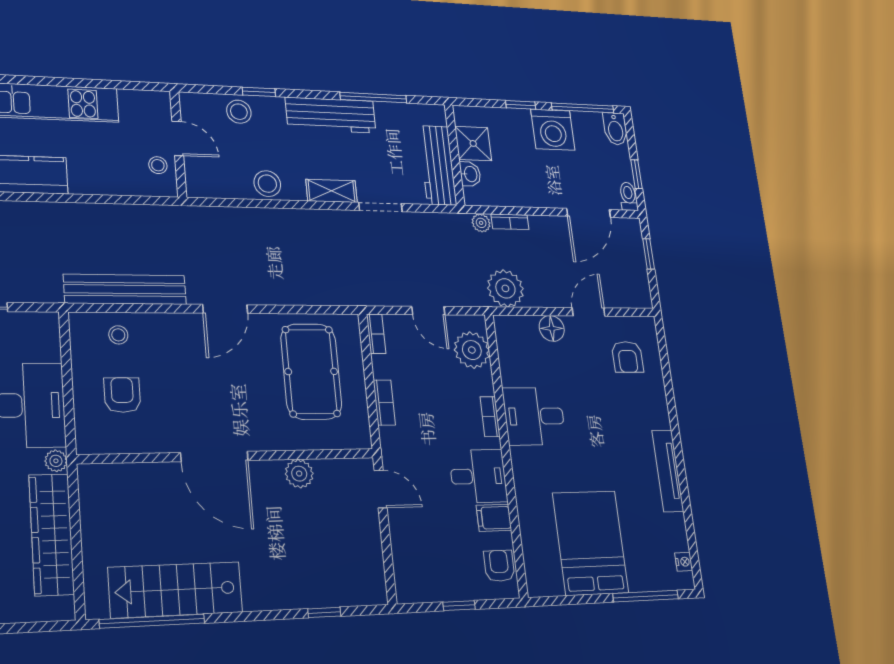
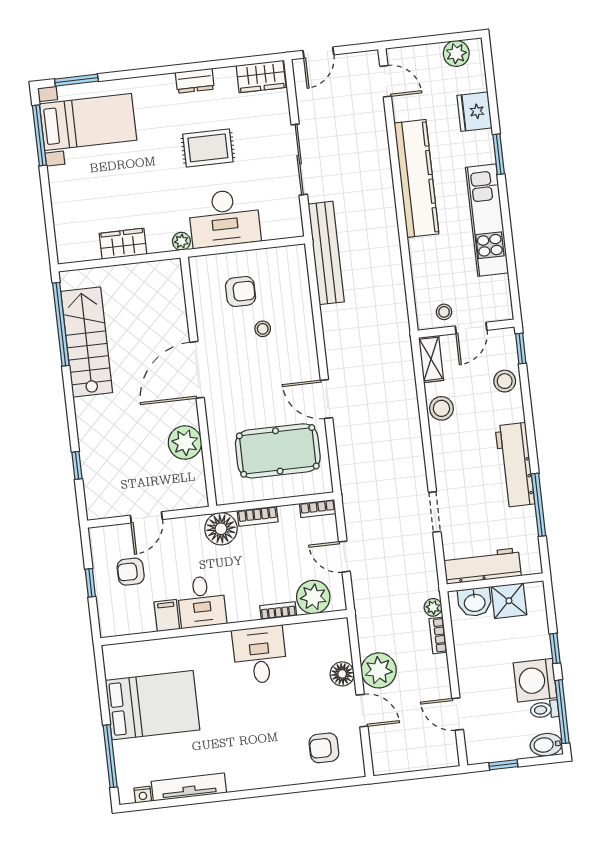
window: (259, 92) -> (521, 348), moved
washbasin: (470, 174) -> (475, 602), width x1.38, depth x1.45
shelving: (331, 191) -> (431, 359), moved
toilet: (628, 196) -> (544, 710), moved, turned 180
door: (589, 213) -> (458, 714), width x0.73
window: (649, 254) -> (426, 774), removed
plant: (505, 288) -> (379, 670), moved
bench: (125, 289) -> (326, 253), moved
door: (225, 309) -> (327, 399), moved
door: (428, 311) -> (344, 557), hinge flipped
stool: (118, 335) -> (263, 329), moved
bookcase: (490, 417) -> (278, 611), moved
floor lamp: (398, 446) -> (221, 529), added
tv unit: (668, 471) -> (189, 787), moved
plant: (299, 474) -> (185, 443), width x1.36, depth x1.36
door: (381, 489) -> (146, 517), moved
wardrobe: (52, 534) -> (123, 244), width x0.48, depth x0.85
armchair: (499, 566) -> (131, 572), moved, turned 180

